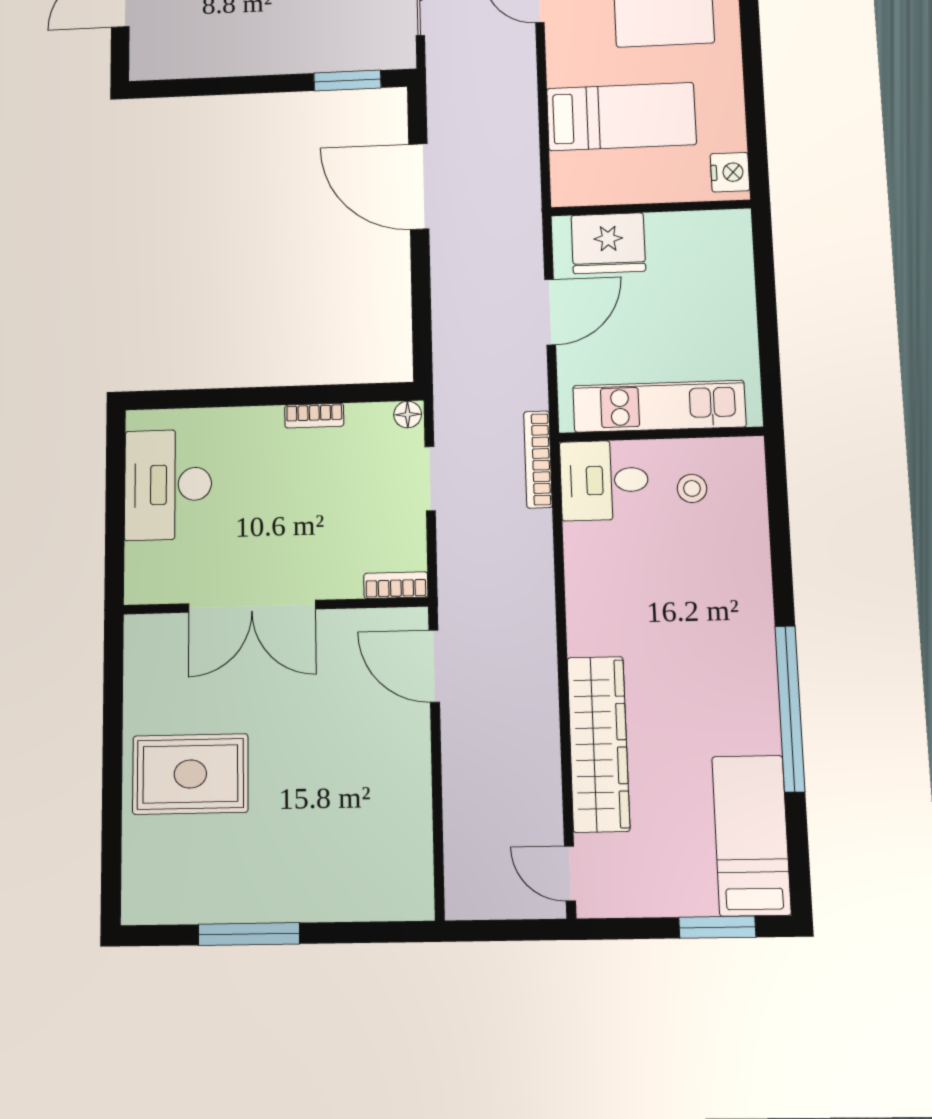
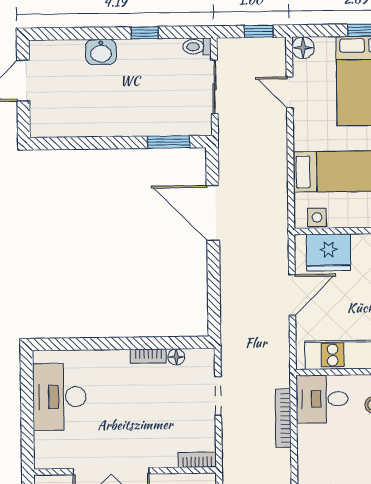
side table: (588, 189) -> (317, 217), added
floor lamp: (408, 414) -> (176, 357), moved
bookcase: (538, 459) -> (283, 418), moved

